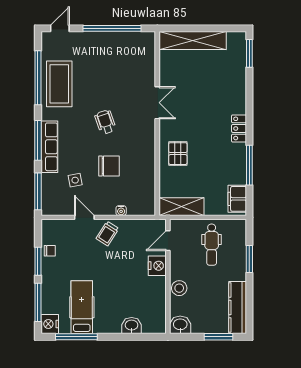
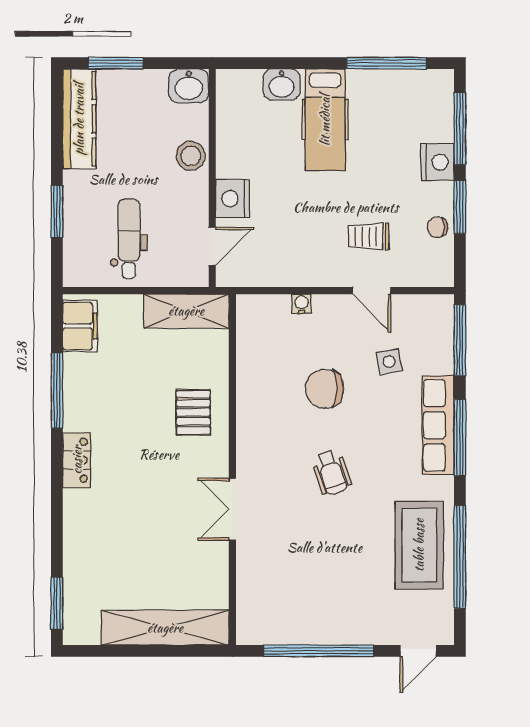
trolley: (107, 233) -> (368, 236), moved, turned -123
hospital bed: (82, 307) -> (325, 120), moved
nightstand: (50, 324) -> (437, 162), moved

